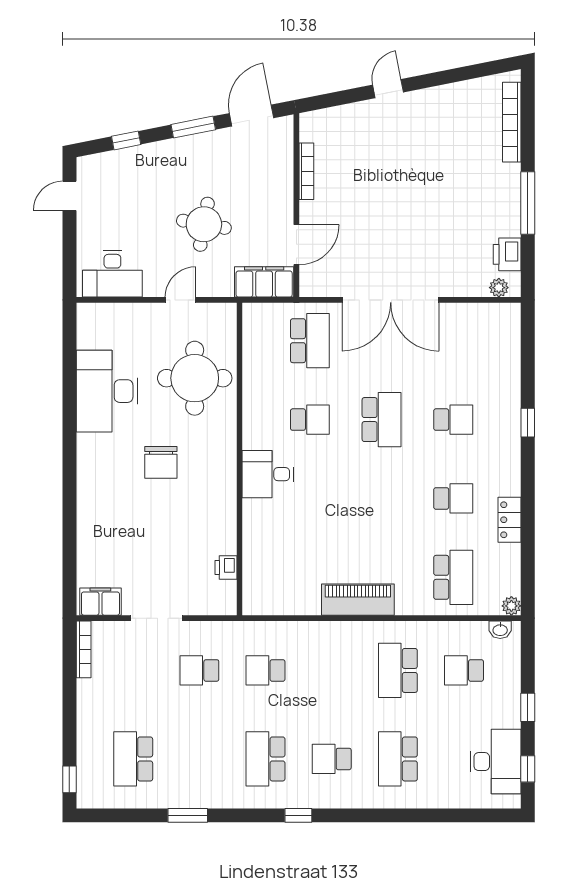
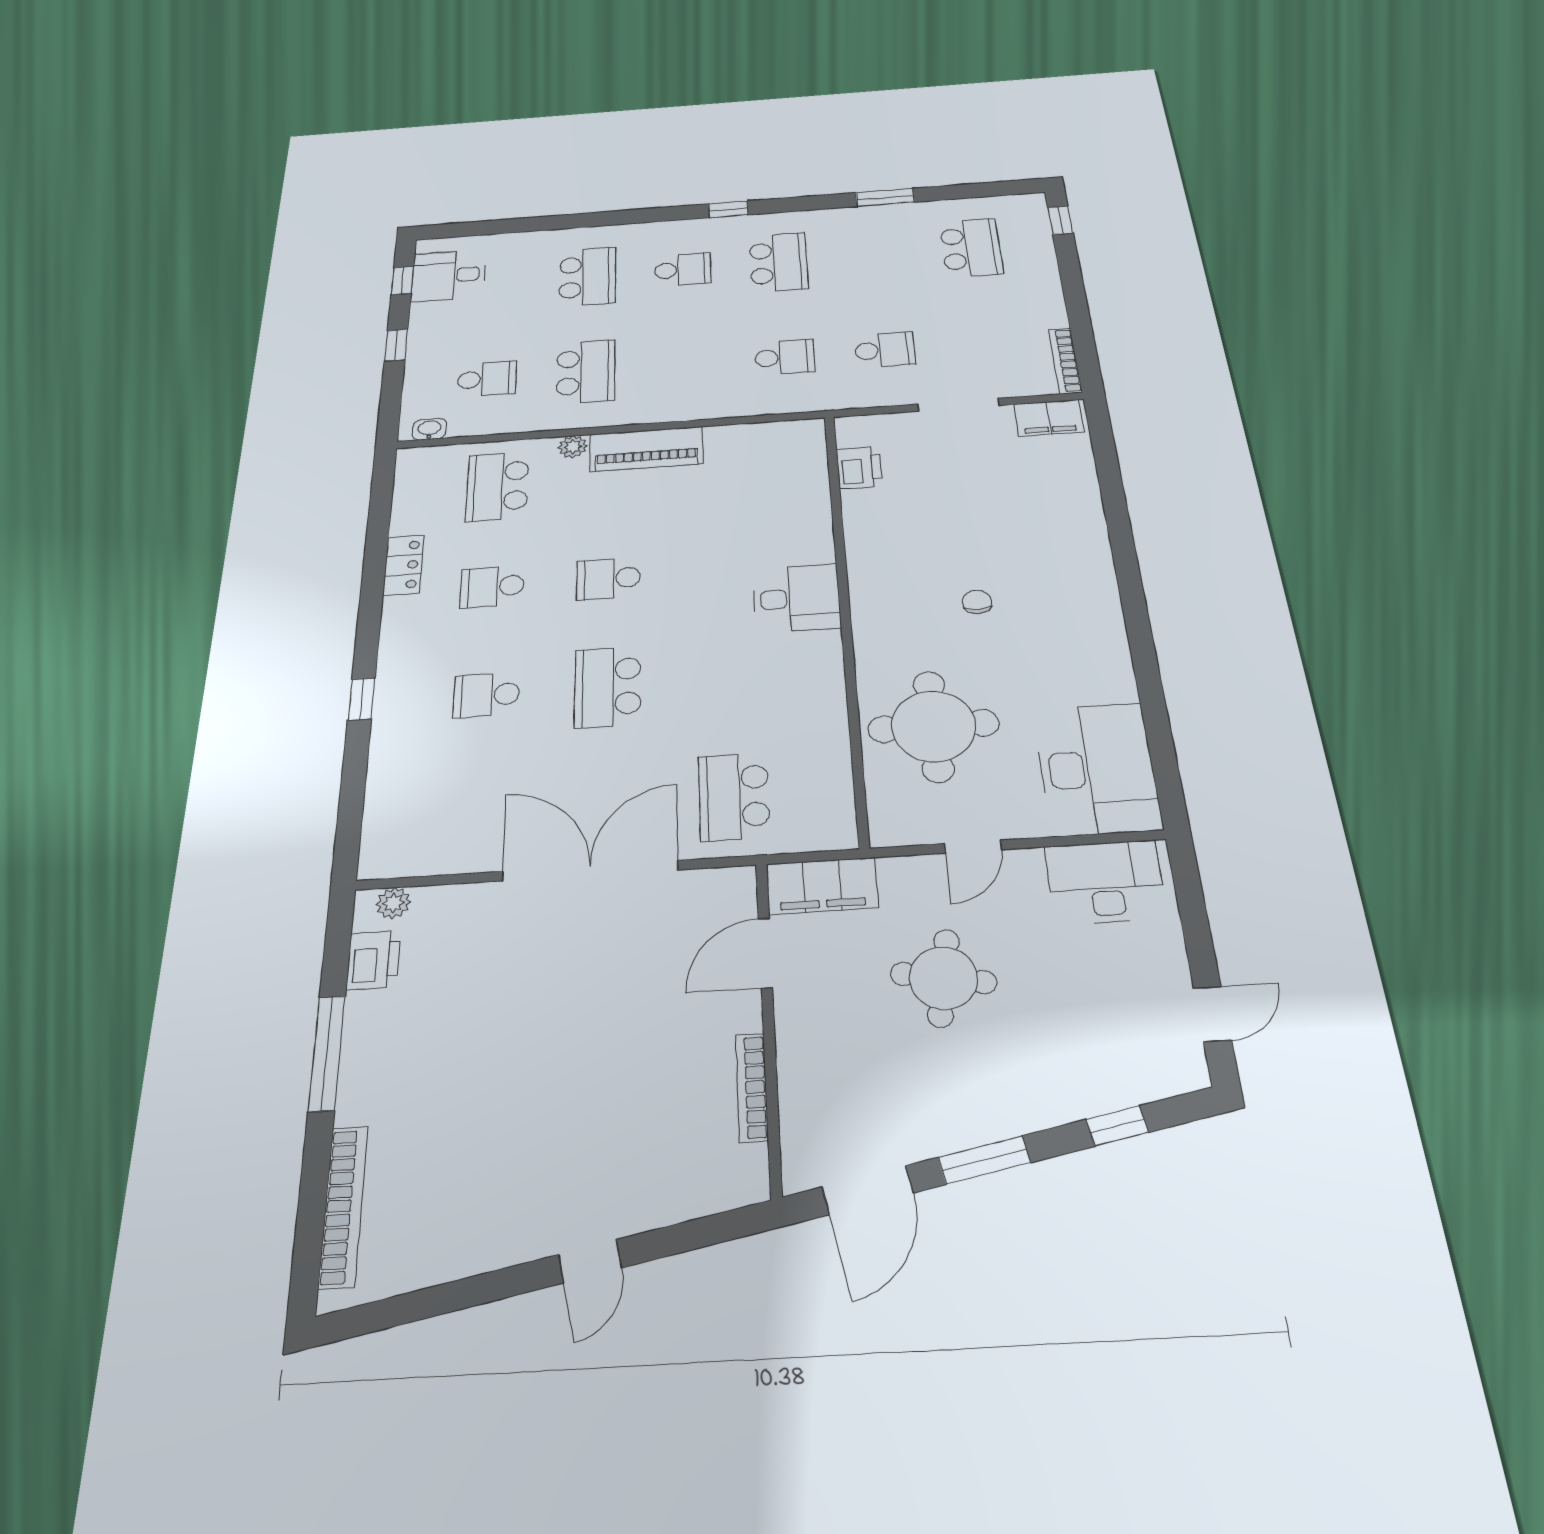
desk: (107, 391) -> (1097, 769), moved
school desk: (310, 420) -> (609, 579), moved
chair: (161, 462) -> (977, 602), width x0.54, depth x0.54
printer: (226, 568) -> (859, 468), width x1.36, depth x1.24
plant: (511, 606) -> (573, 447), moved
desk: (495, 762) -> (448, 275), width x0.73

